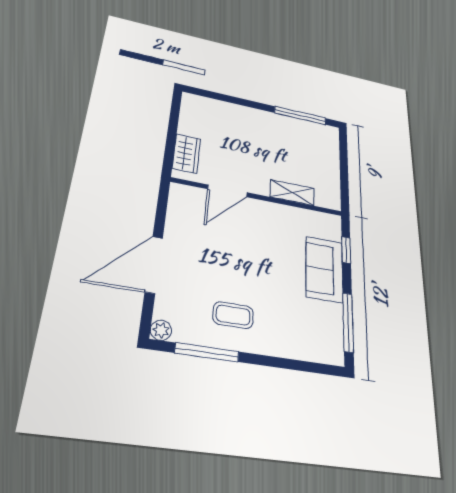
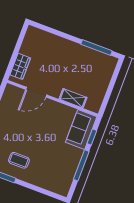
sofa: (324, 269) -> (81, 129), moved
window: (348, 322) -> (81, 165), moved

